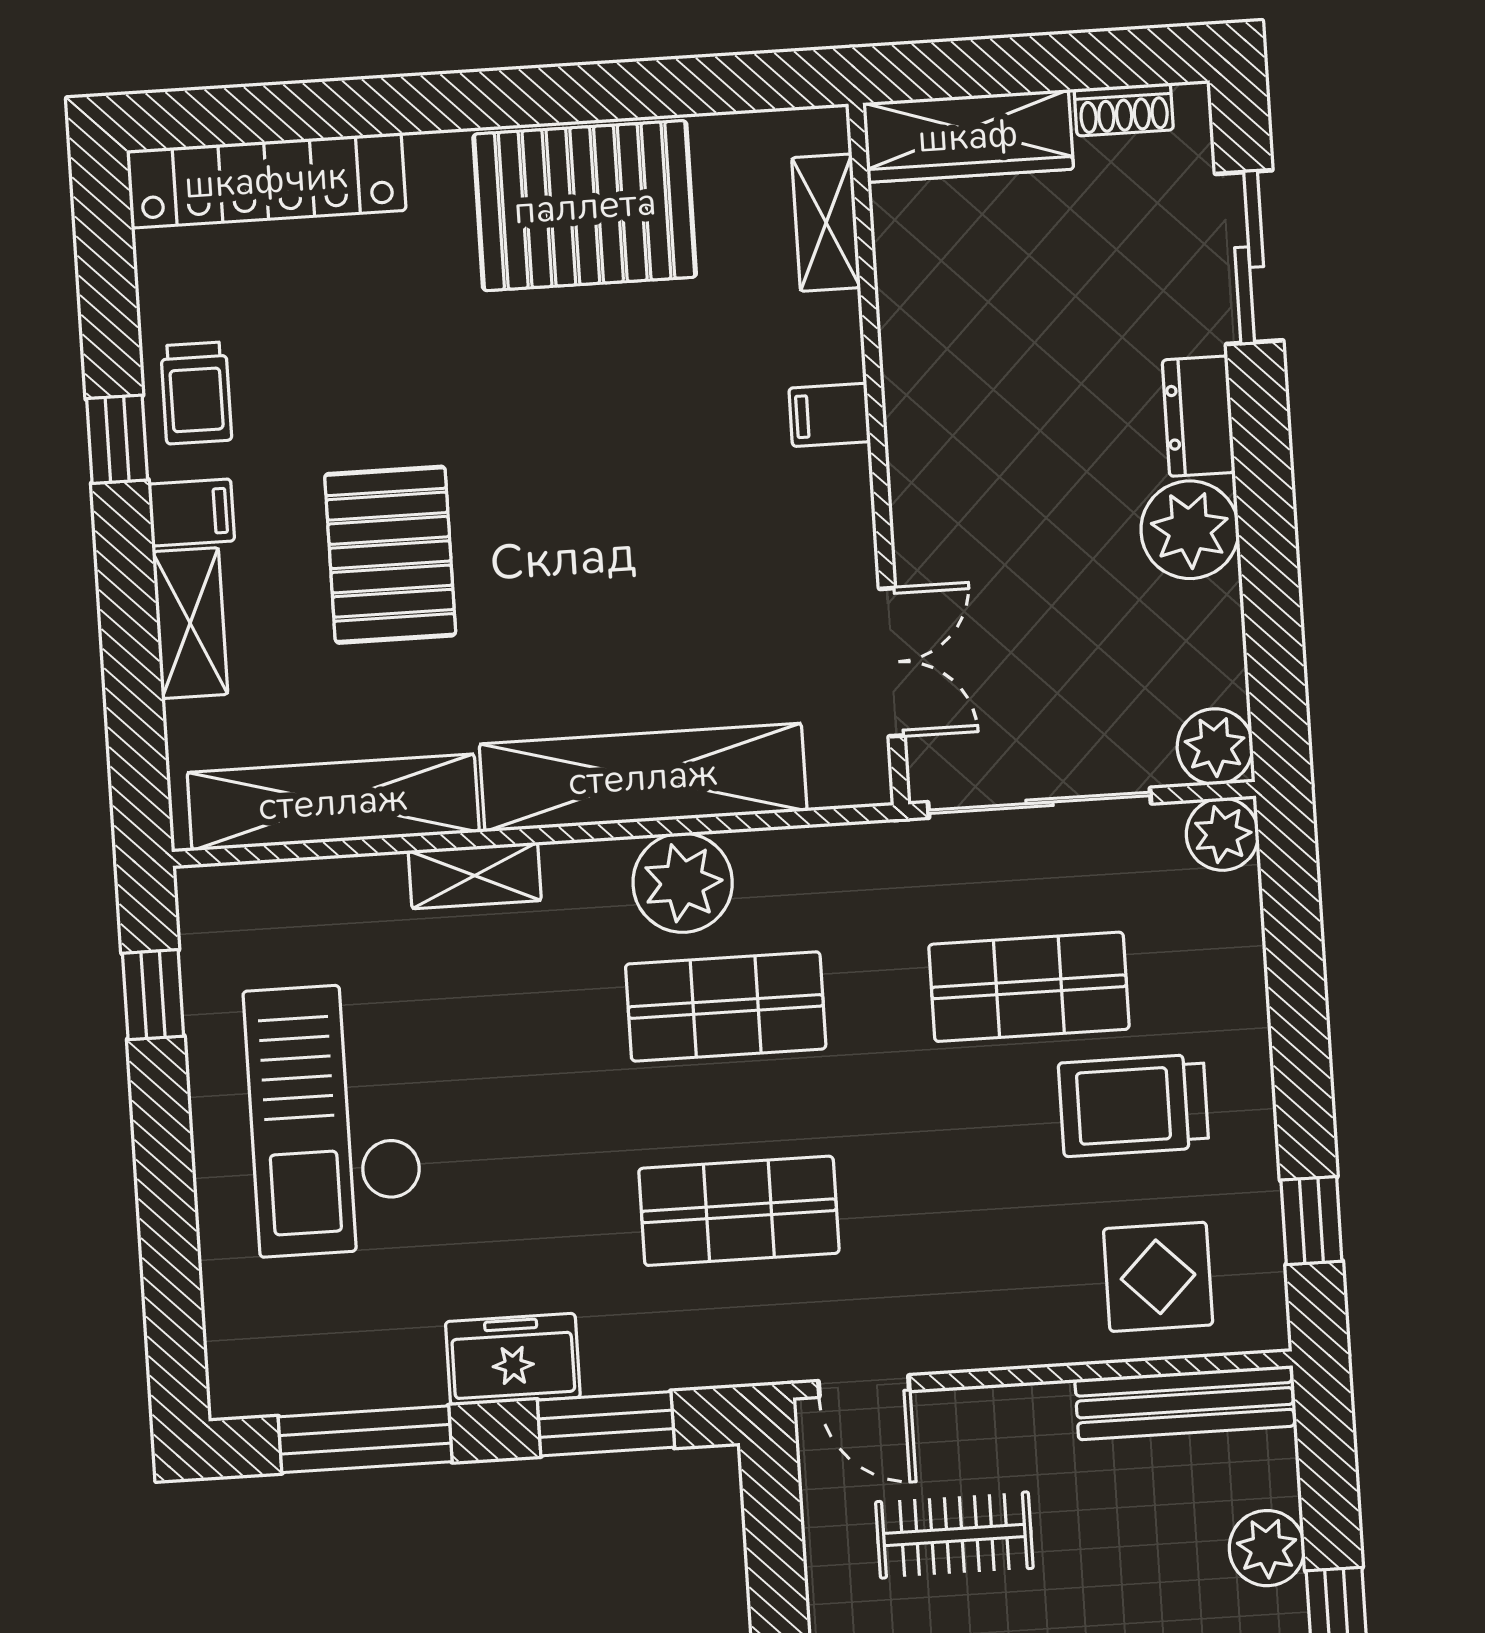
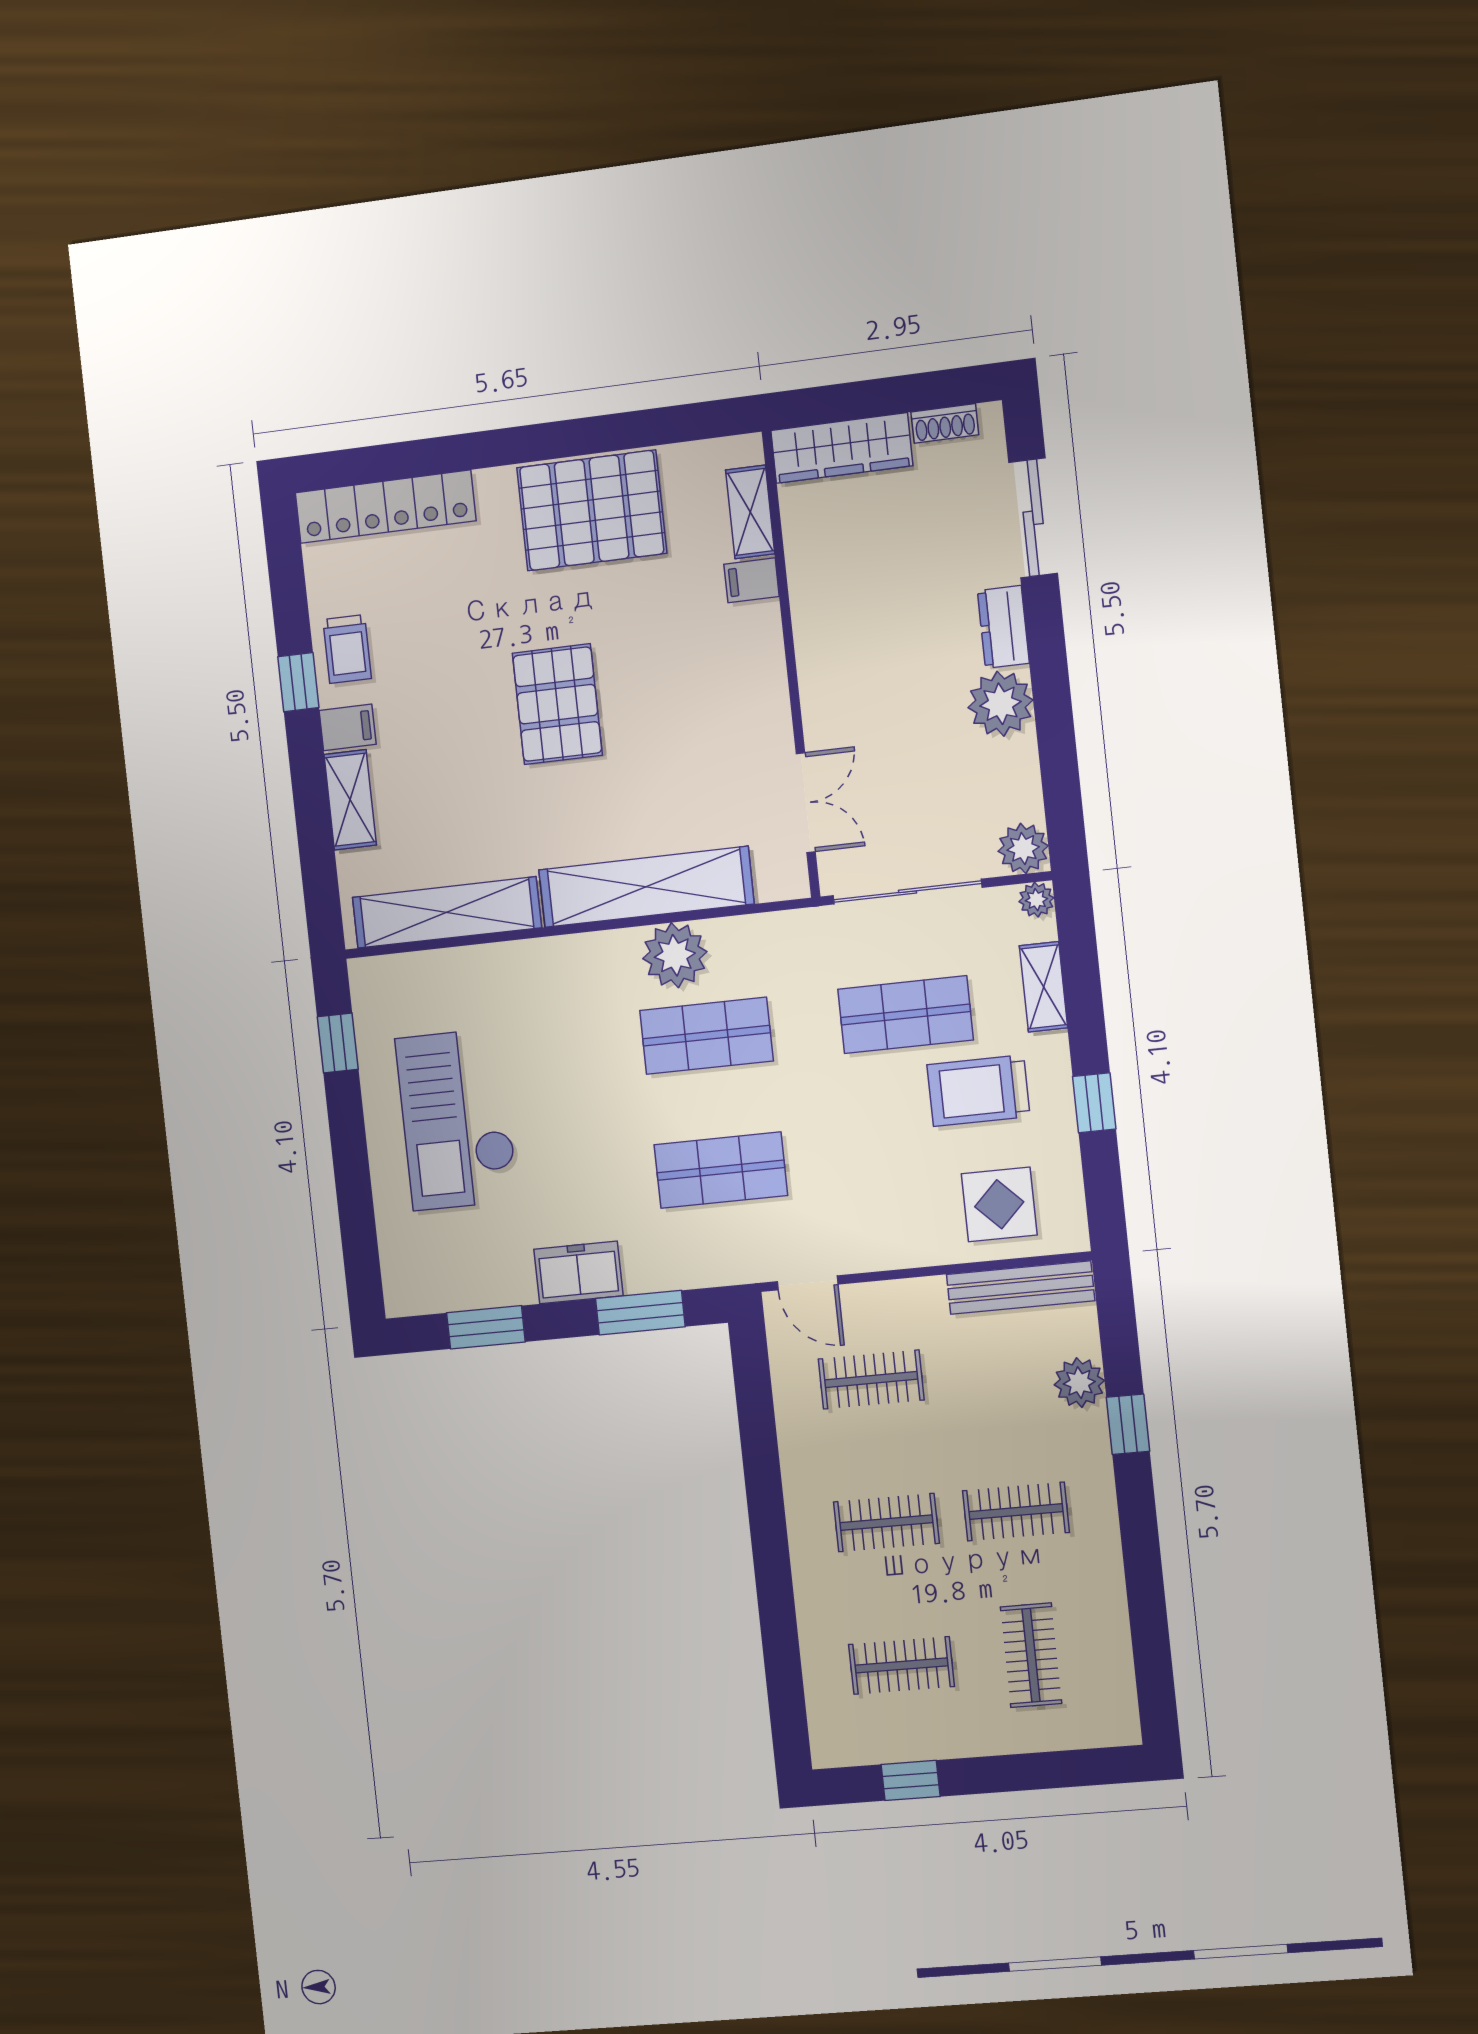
filing cabinet: (830, 415) -> (752, 580), moved
pallet: (390, 555) -> (557, 704), moved
plant: (1222, 834) -> (1036, 900), width x0.73, depth x0.73
shelving: (475, 876) -> (1044, 987), moved, turned 90
window: (1311, 1221) -> (1094, 1103), moved
window: (365, 1439) -> (486, 1327), width x0.69

